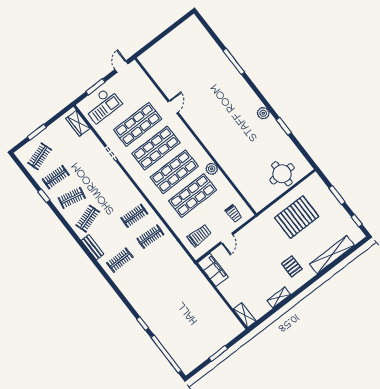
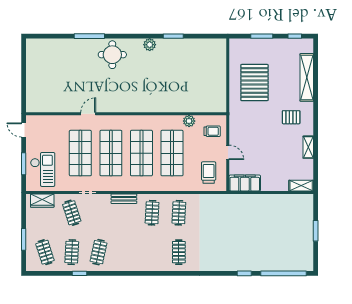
door: (173, 107) -> (88, 114), hinge flipped
plant: (212, 169) -> (189, 121), moved
round table: (282, 174) -> (112, 55), moved
clothes rail: (88, 219) -> (72, 213), moved
bench: (93, 247) -> (124, 199), moved

